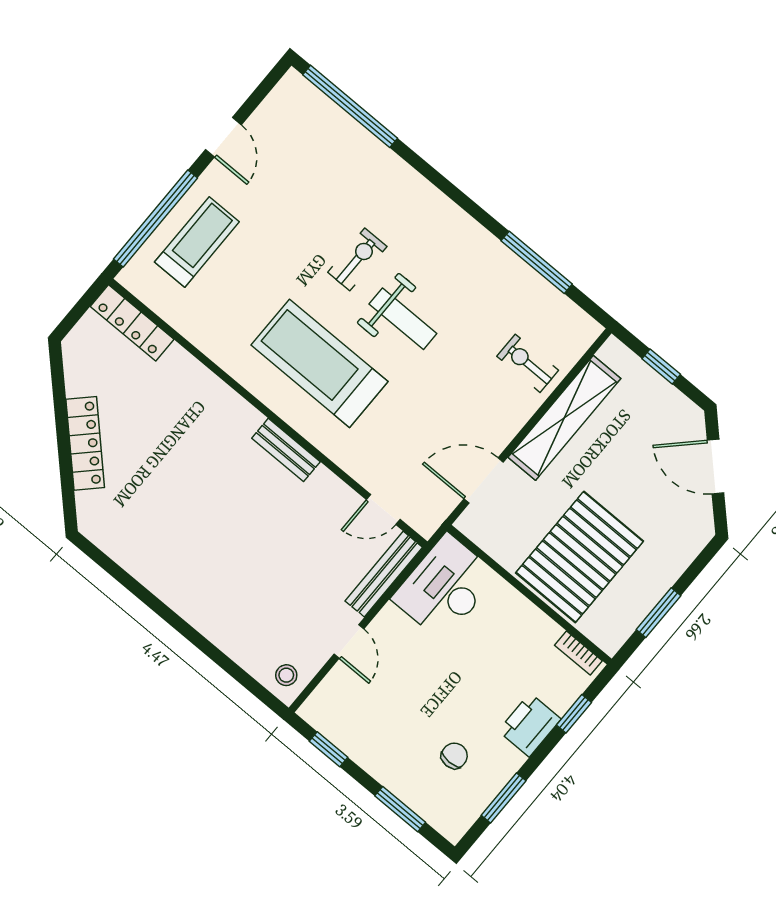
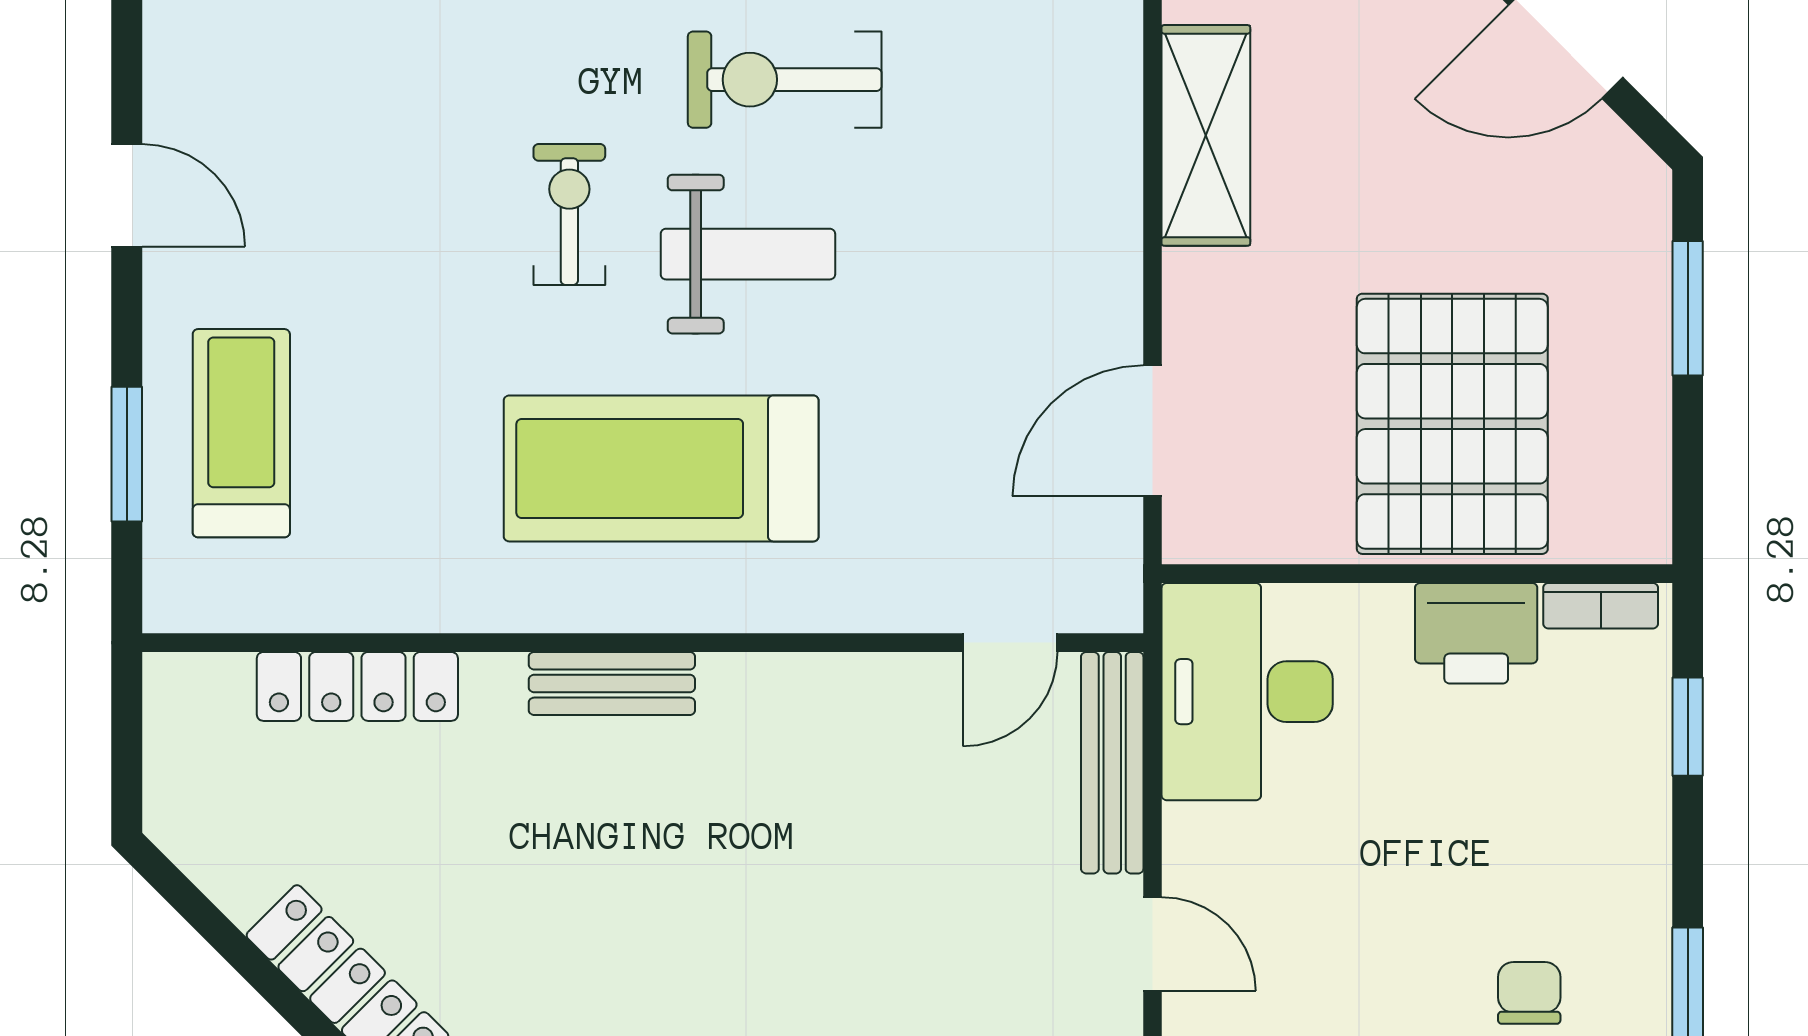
window: (155, 218) -> (127, 454), width x0.47
locker: (132, 323) -> (357, 686), moved
exercise bike: (528, 363) -> (785, 80), moved, width x1.38, depth x1.39
shelving: (564, 418) -> (1206, 135), width x0.68
bench: (286, 450) -> (612, 684), moved
window: (659, 613) -> (1688, 308), moved
printer: (530, 725) -> (1476, 633), moved, turned -90

